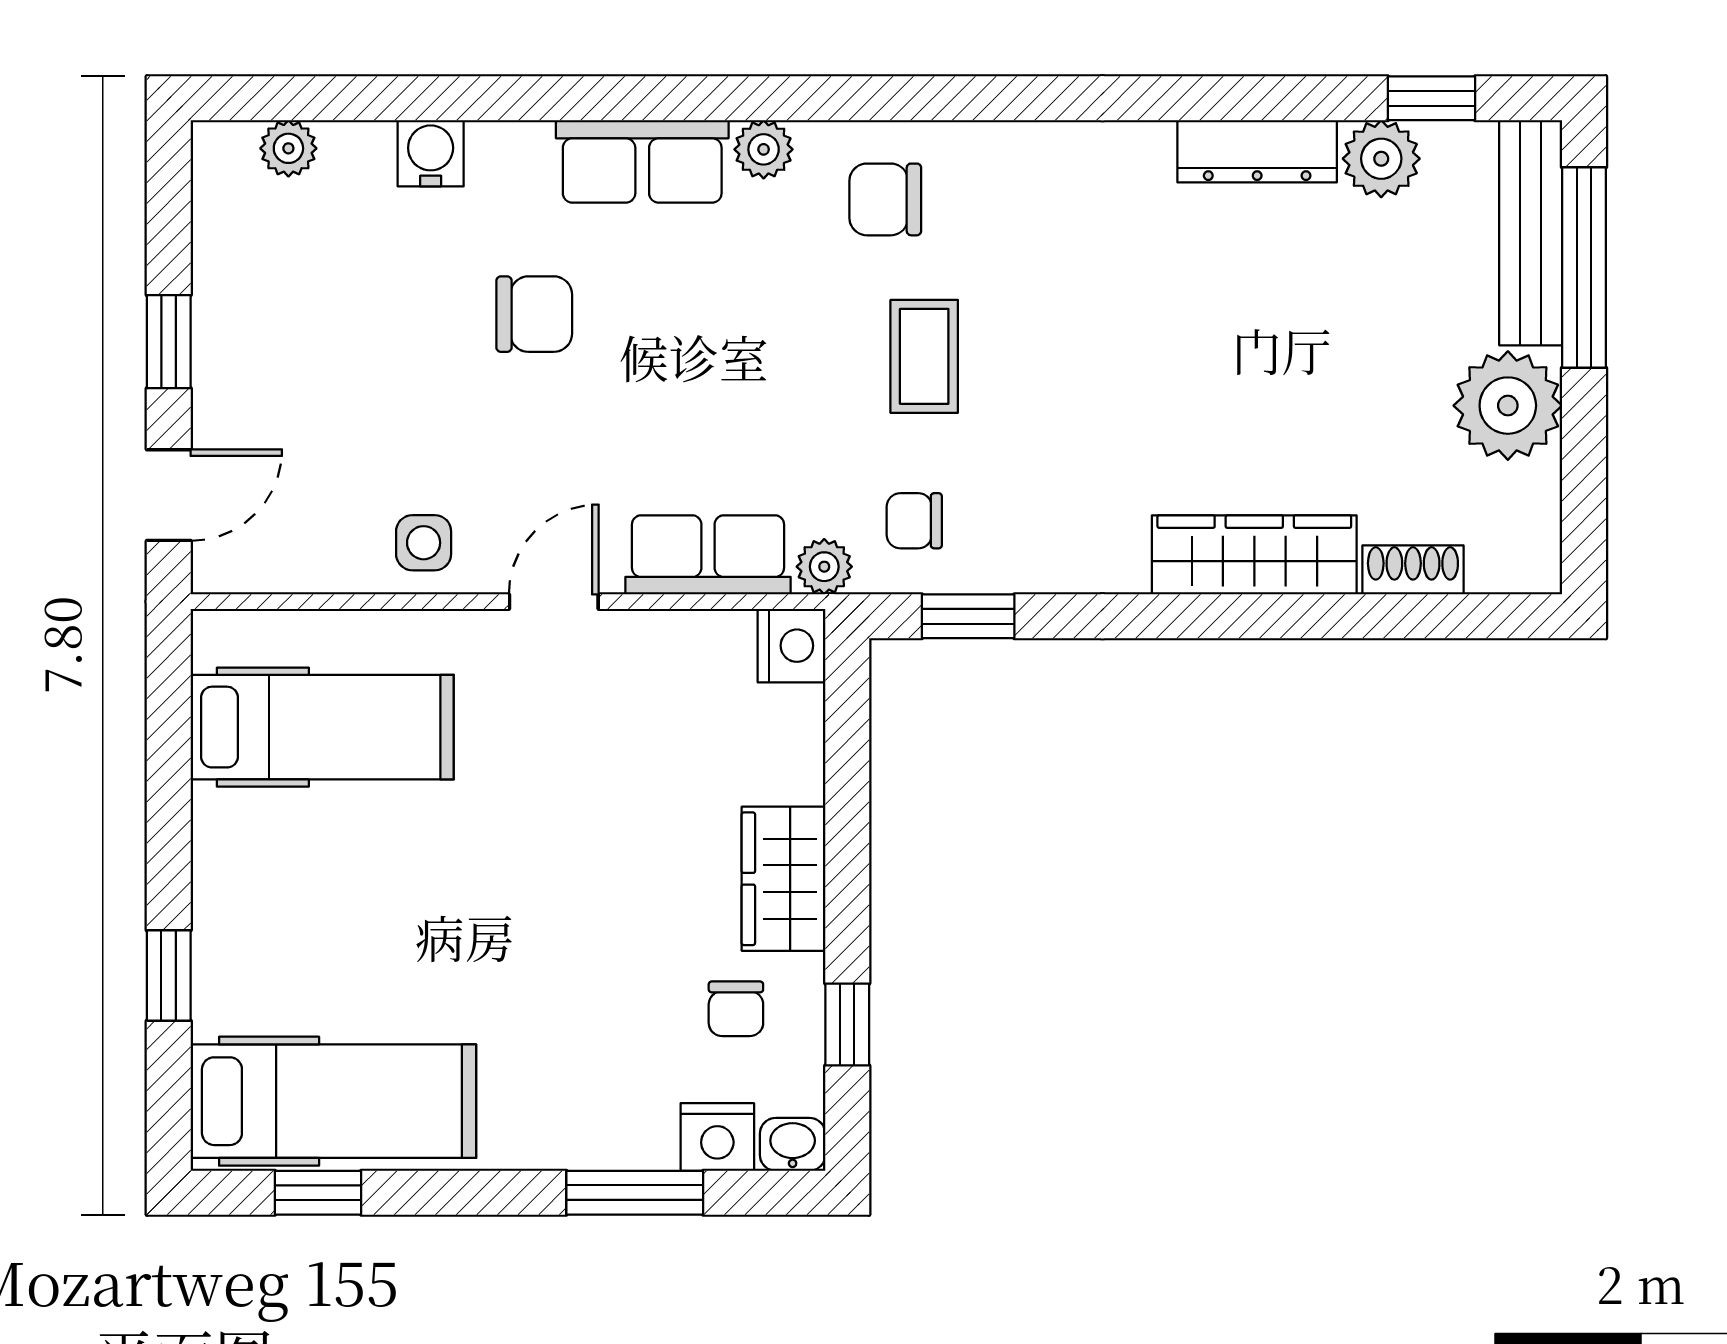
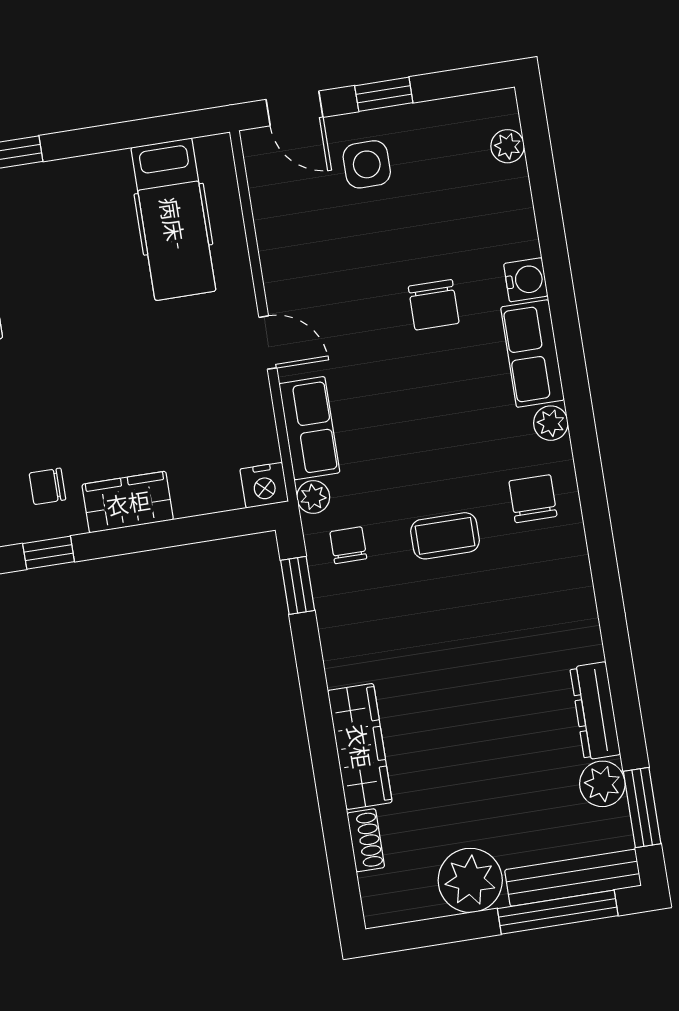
window: (1431, 98) -> (642, 808), width x1.50
water cooler: (431, 153) -> (526, 280), moved
side table: (424, 543) -> (367, 164), moved, width x1.37, depth x1.37

